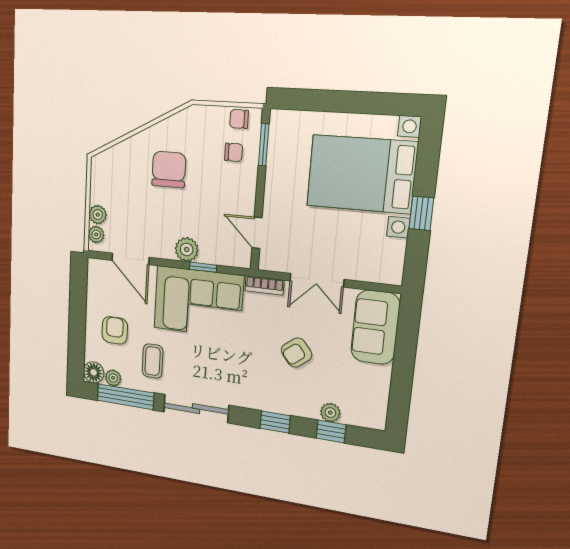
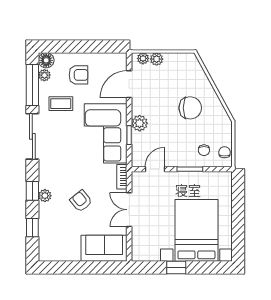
window: (264, 145) -> (190, 169), moved
plant: (330, 413) -> (45, 196), moved

